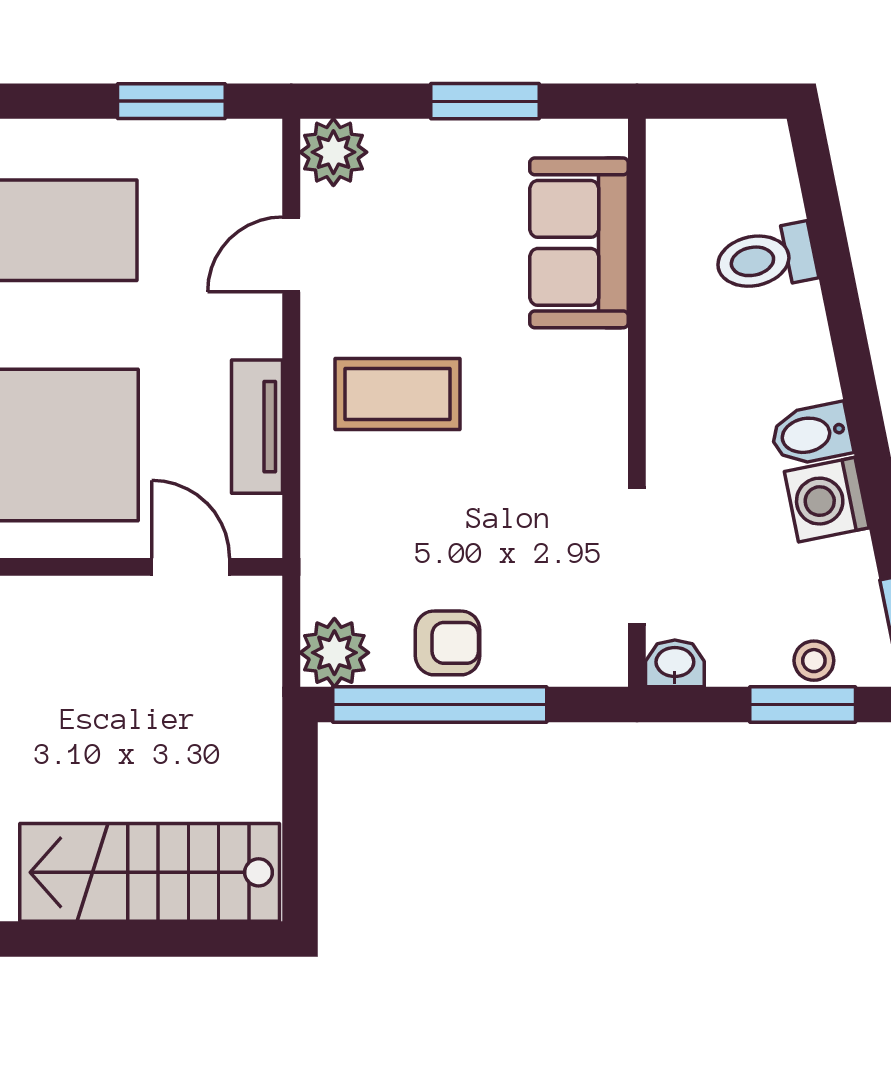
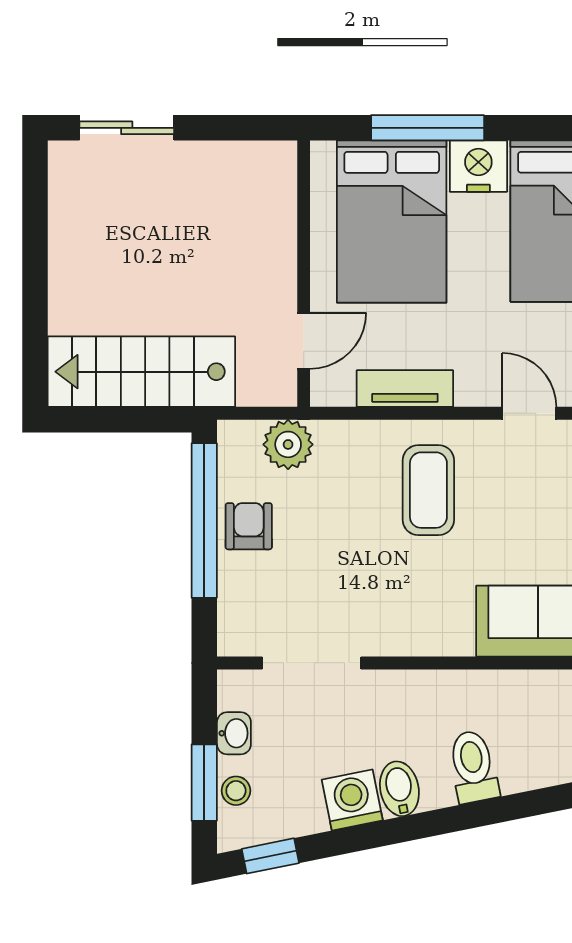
toilet: (766, 259) -> (473, 767), moved
armchair: (448, 643) -> (249, 526), turned 180
plant: (334, 653) -> (288, 444), moved
washbasin: (675, 663) -> (234, 733), moved
stairs: (150, 872) -> (141, 372), moved, turned -90

